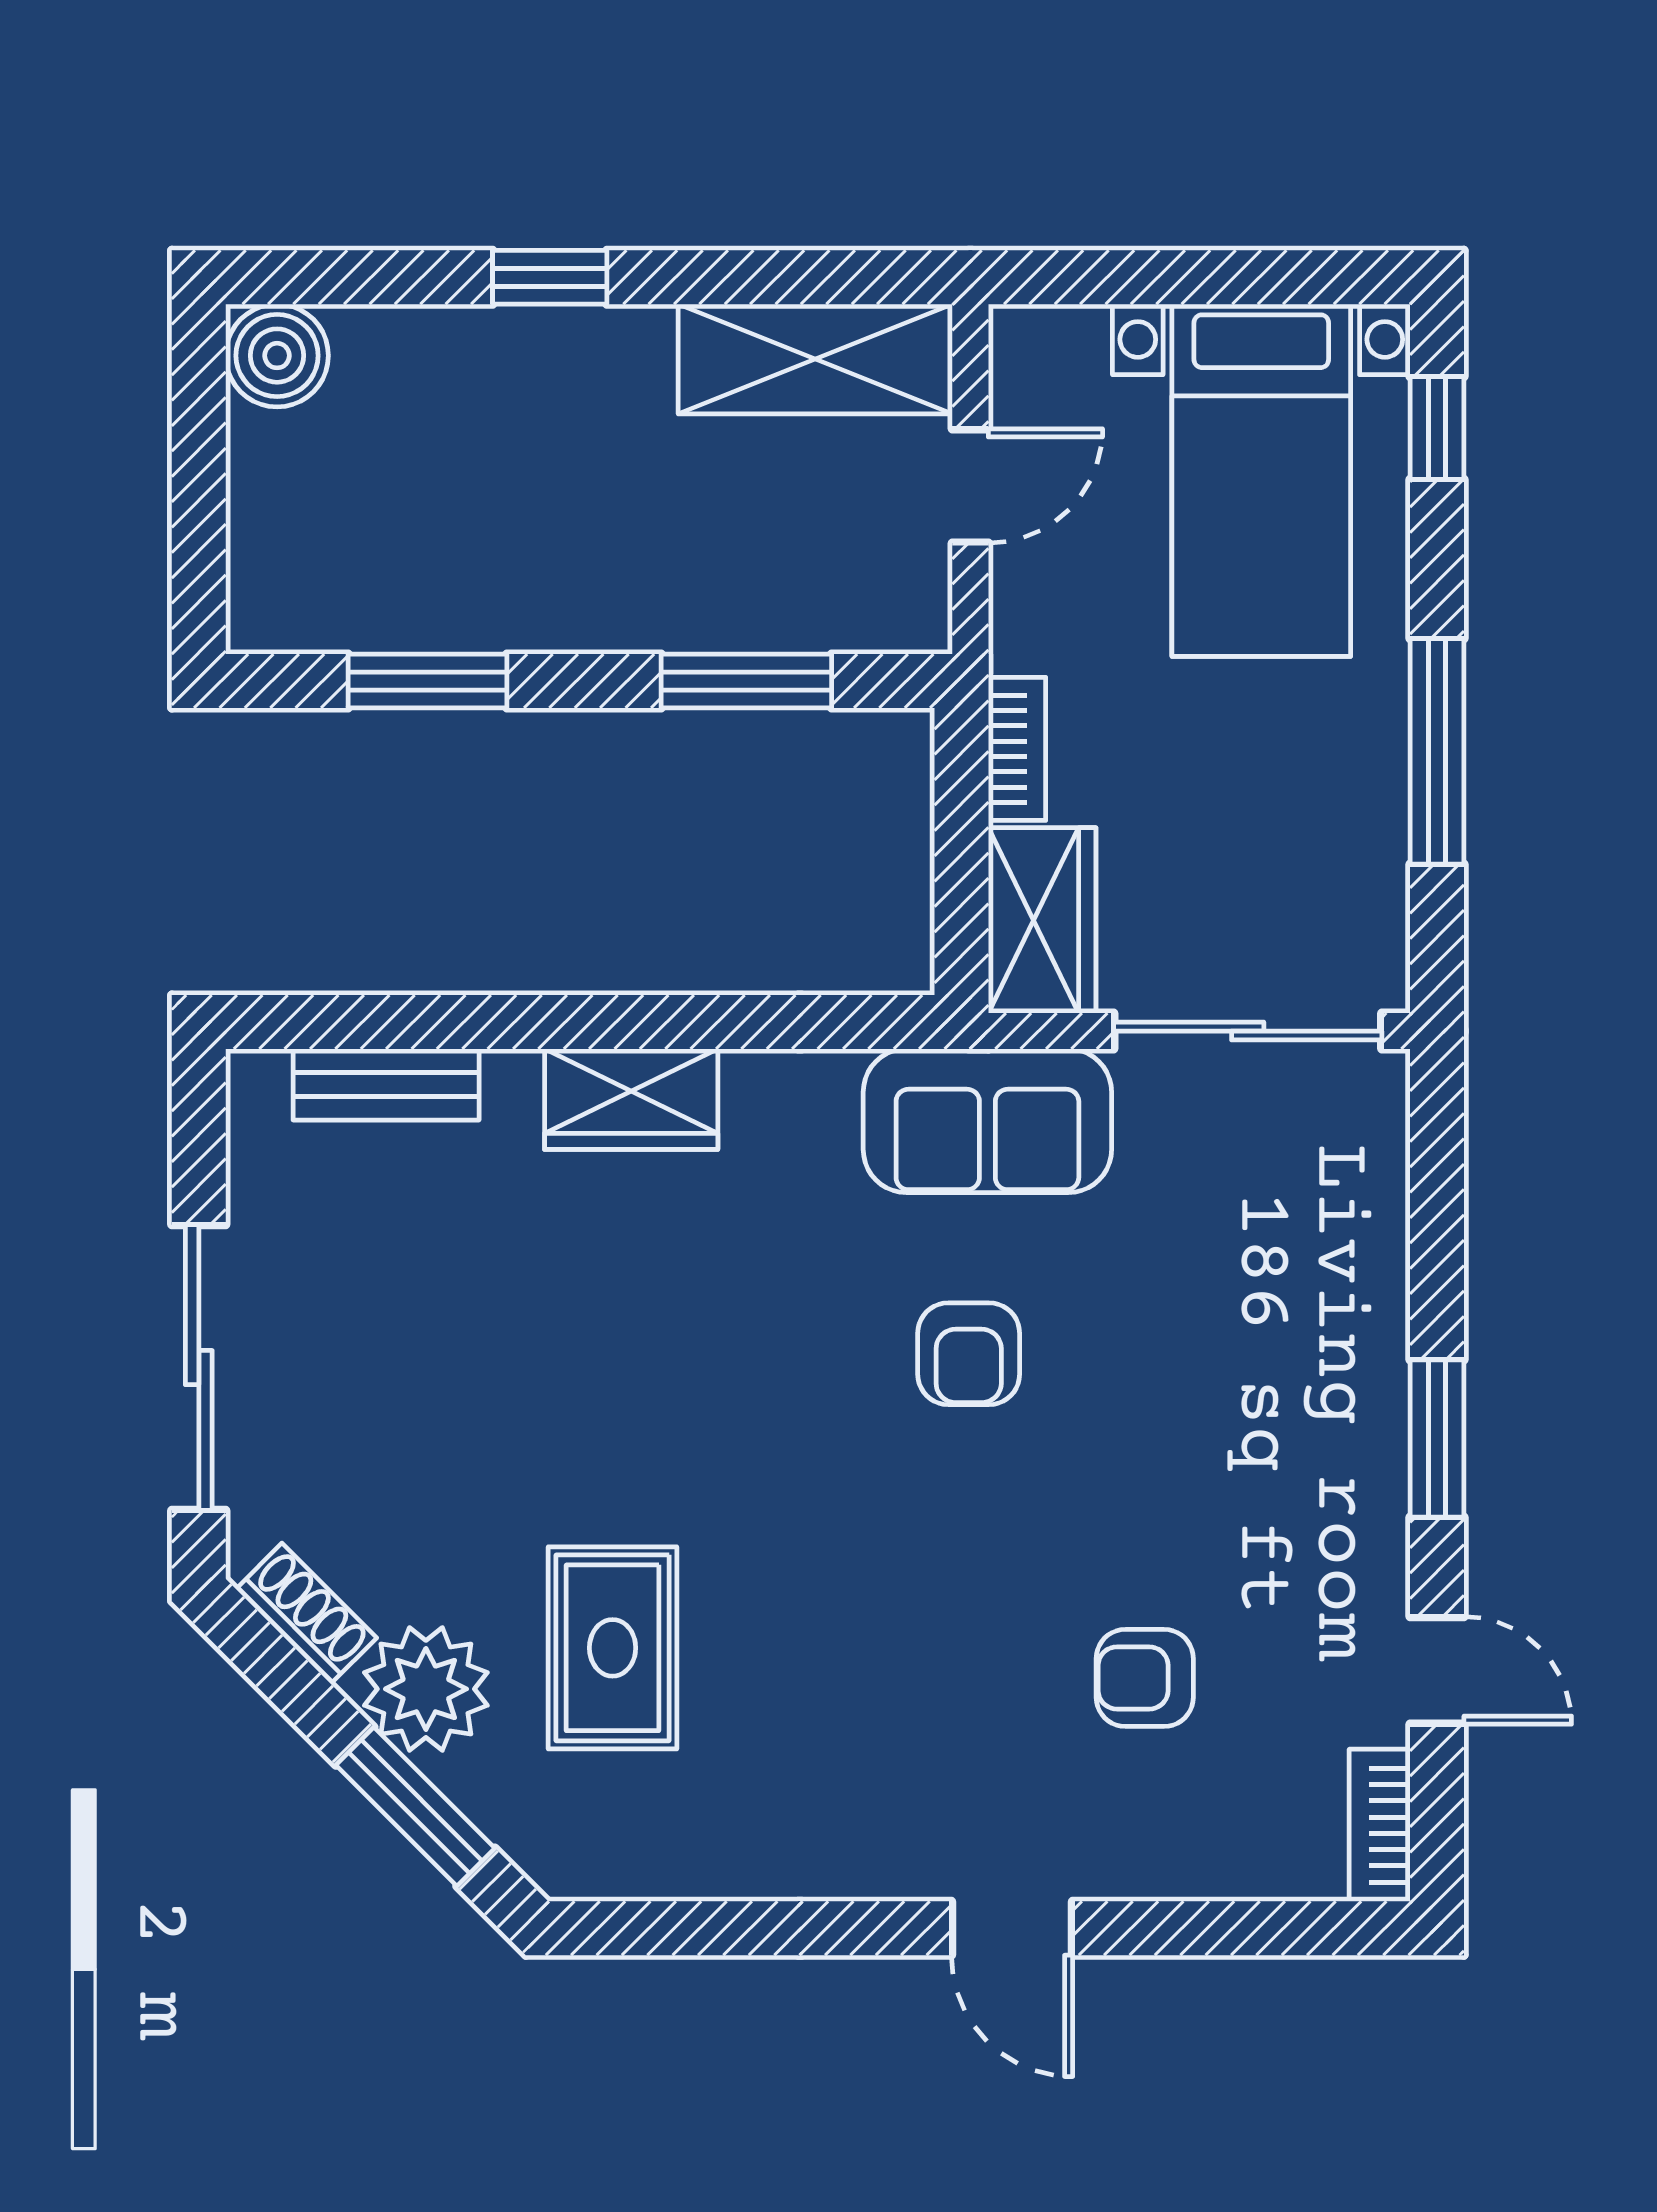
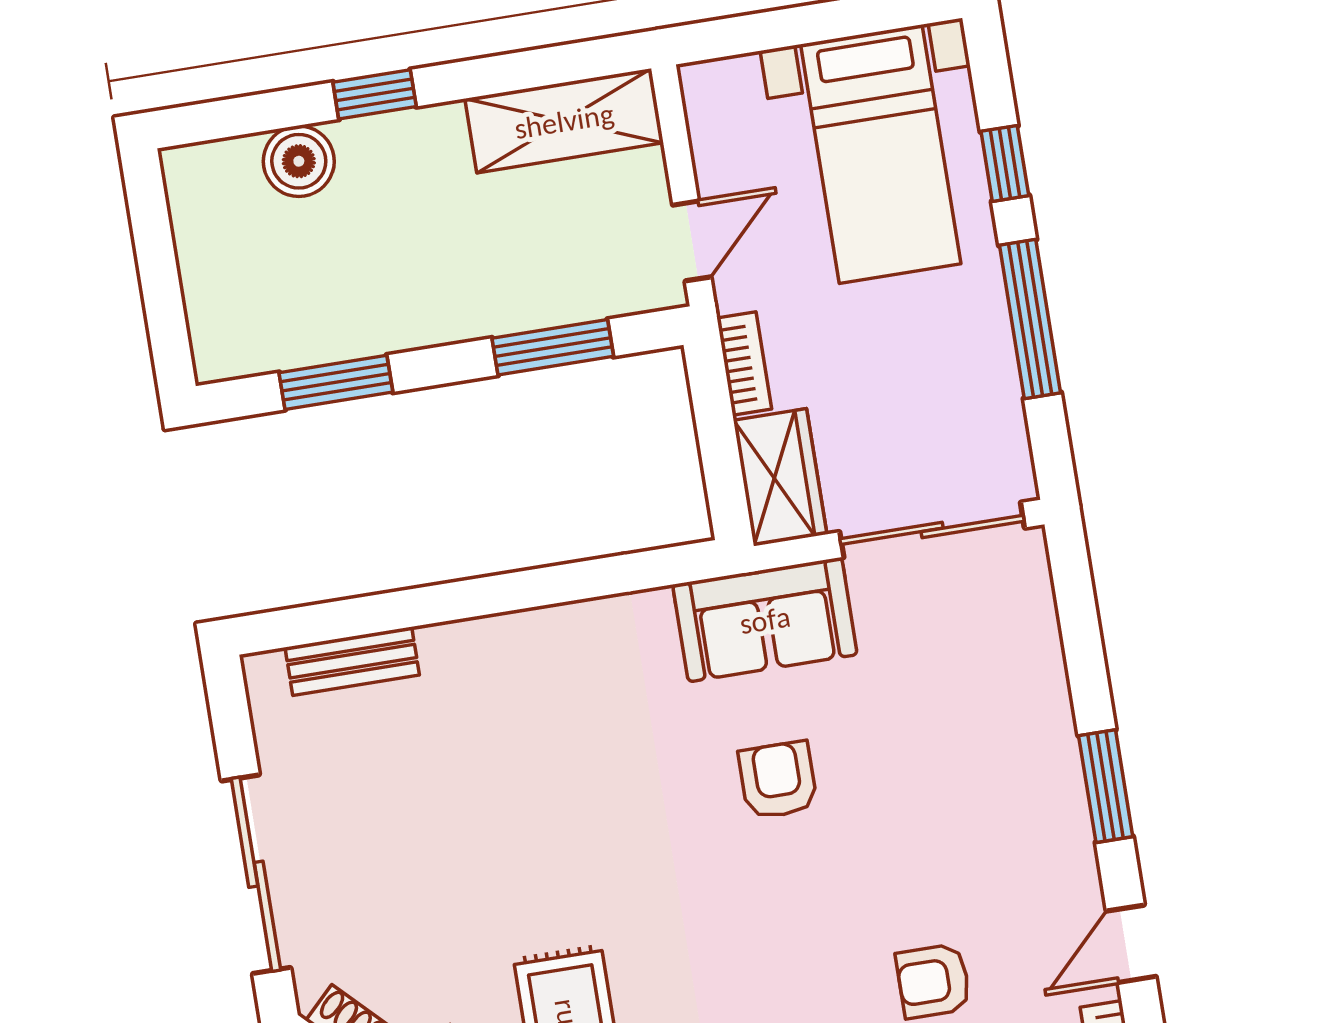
boiler: (277, 356) -> (299, 161), moved
window: (1437, 428) -> (1005, 163), moved
door: (970, 486) -> (692, 241), moved
wardrobe: (631, 1099) -> (520, 644), removed
armchair: (969, 1354) -> (778, 780), turned 180
door: (1437, 1670) -> (1131, 944), swing flipped

